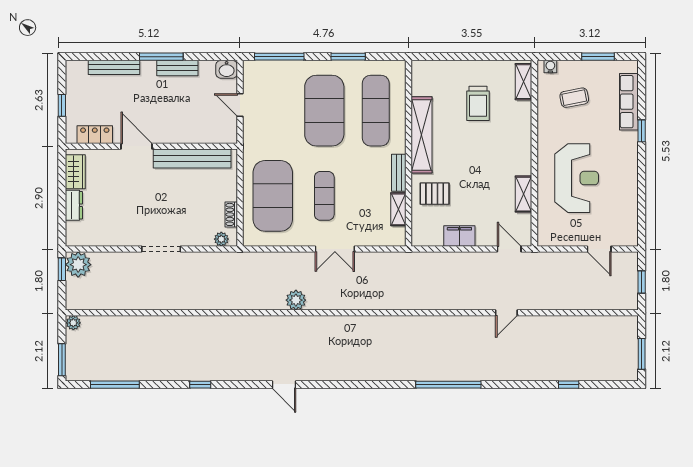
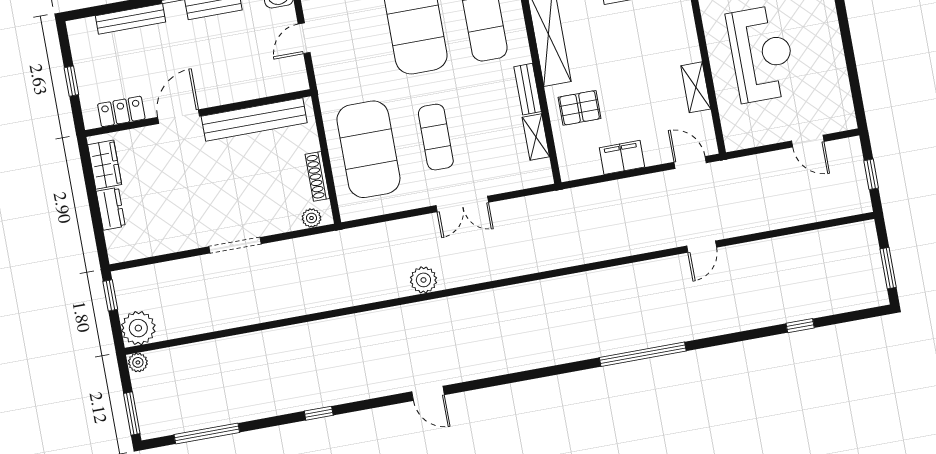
door: (240, 105) -> (304, 38), hinge flipped
door: (137, 146) -> (179, 117), hinge flipped
shoe rack: (231, 214) -> (317, 176), width x1.43
plant: (78, 265) -> (138, 328), moved

